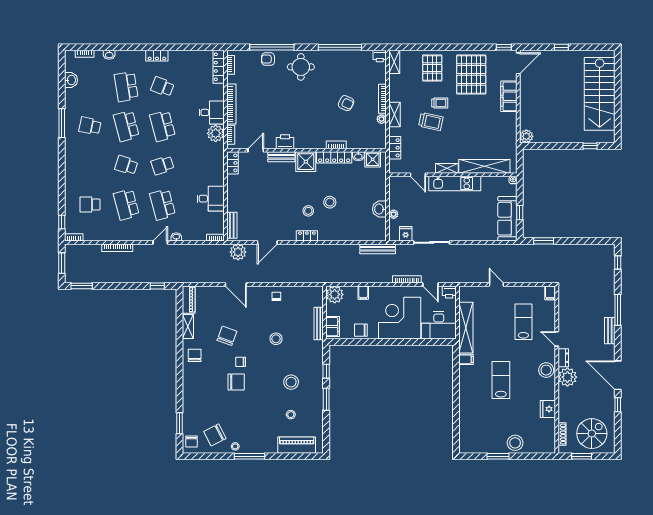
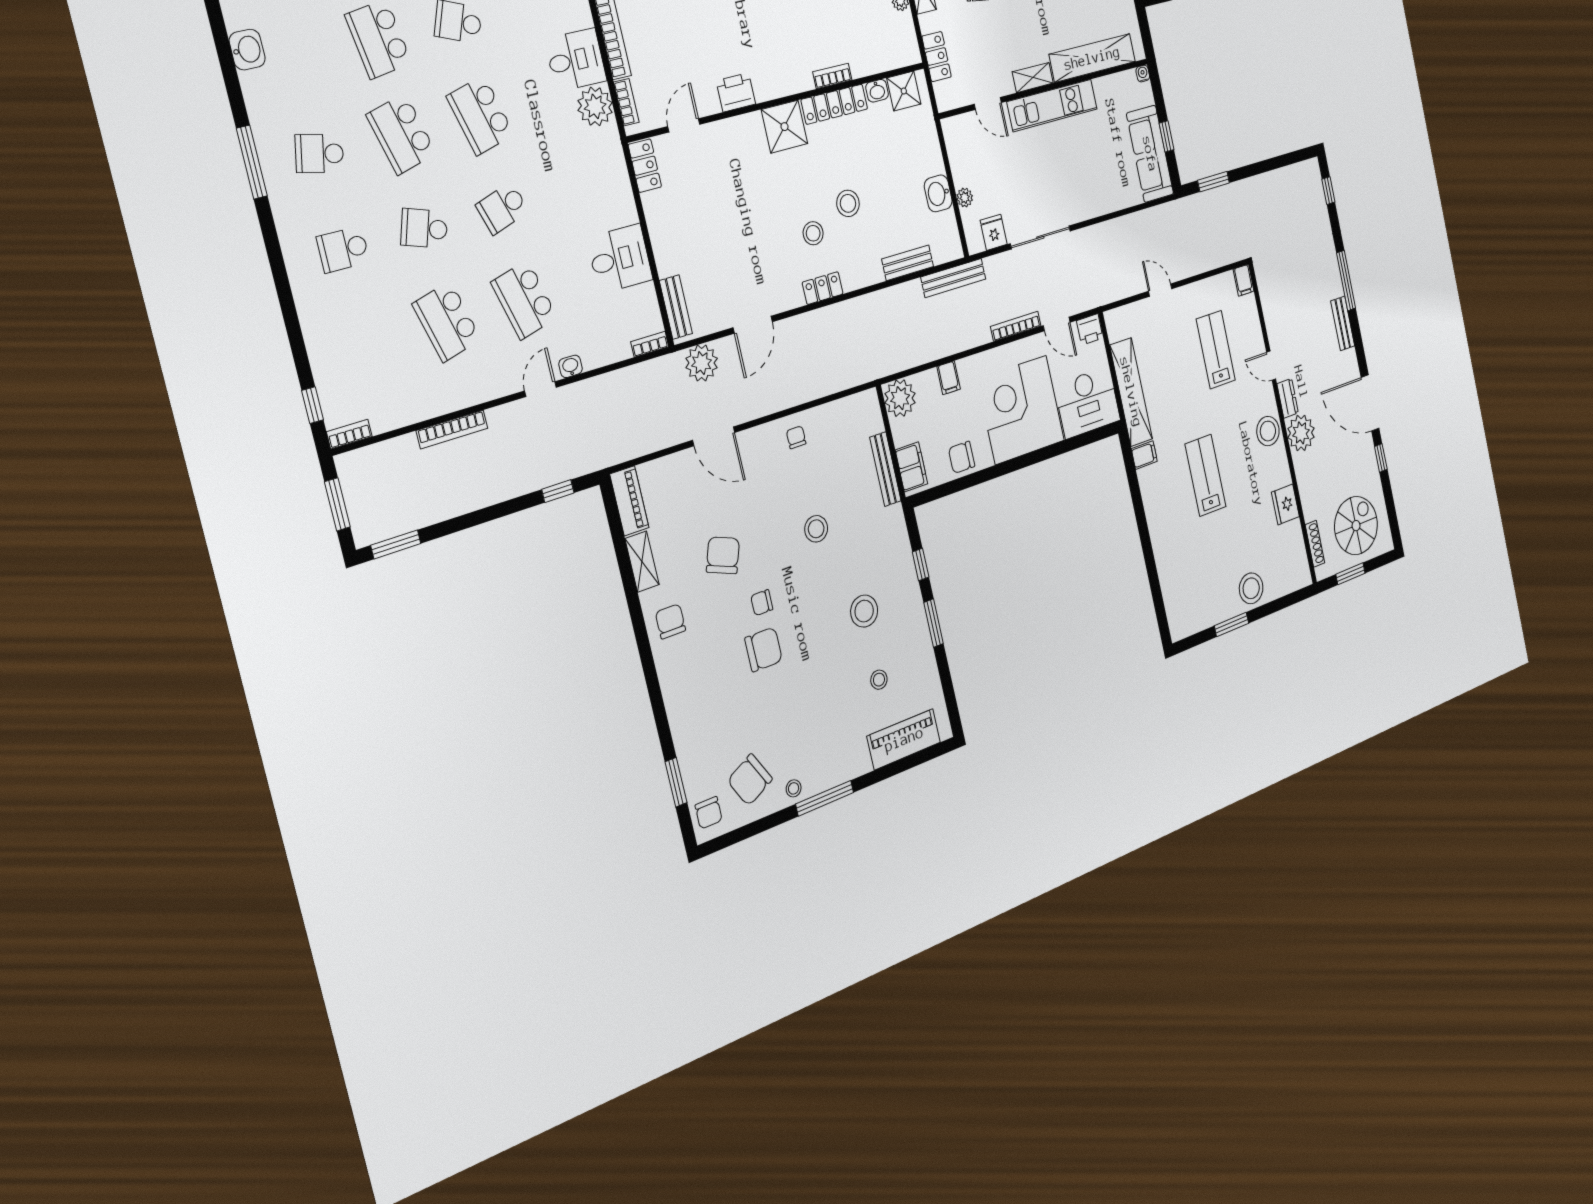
bench: (281, 157) -> (908, 263), moved
school desk: (90, 204) -> (343, 249), moved

